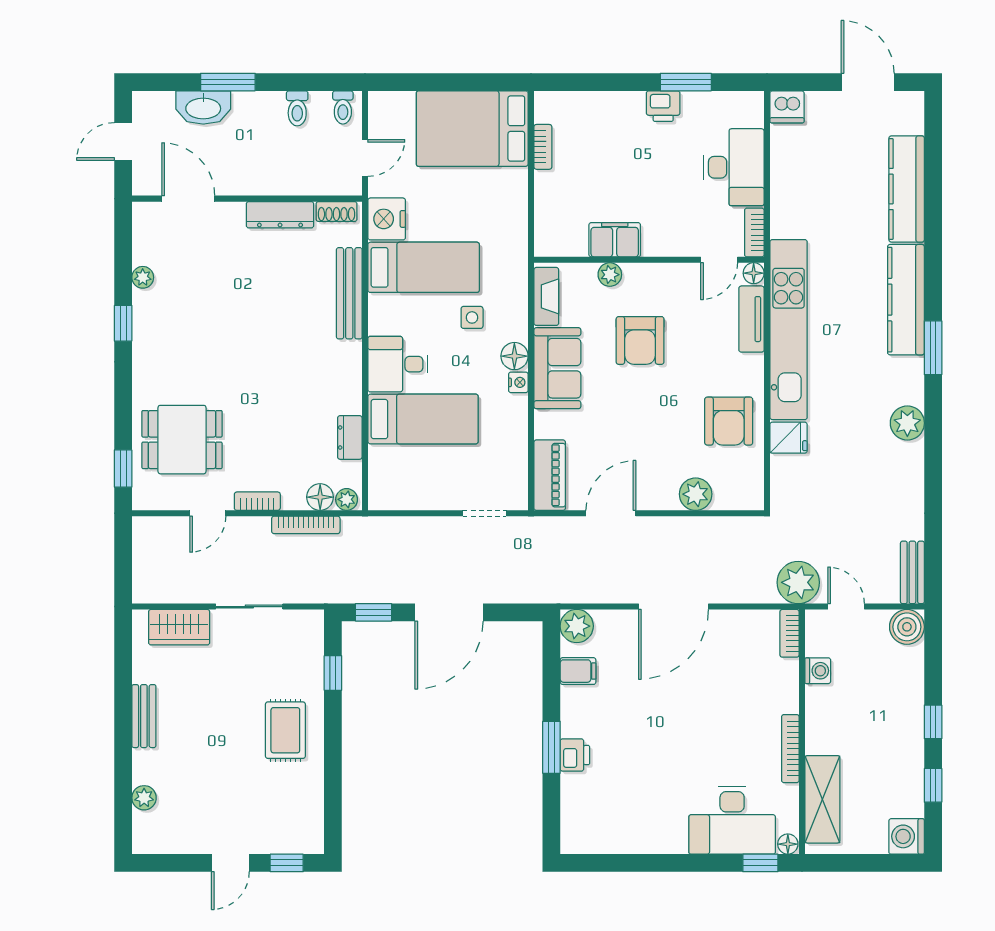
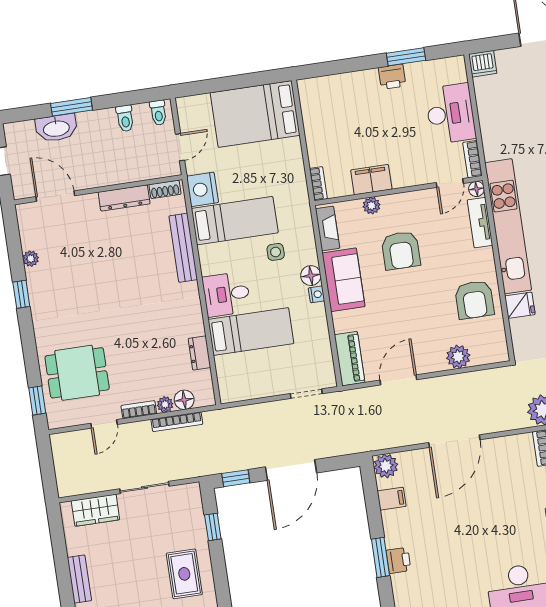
bookcase: (543, 147) -> (318, 184), moved
plant: (347, 499) -> (165, 404), moved

